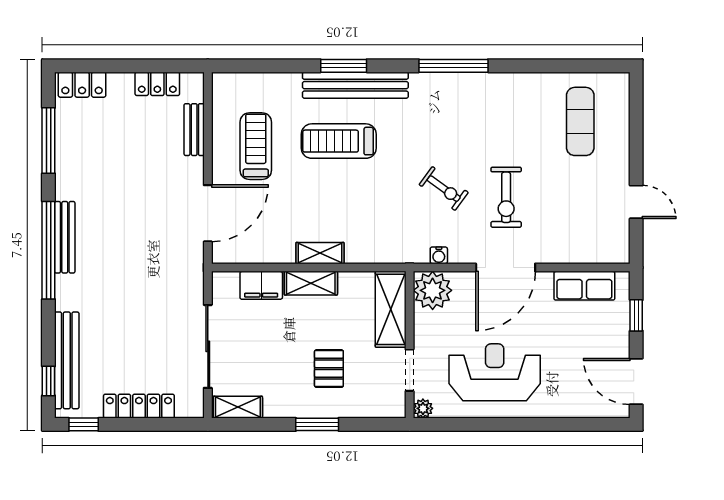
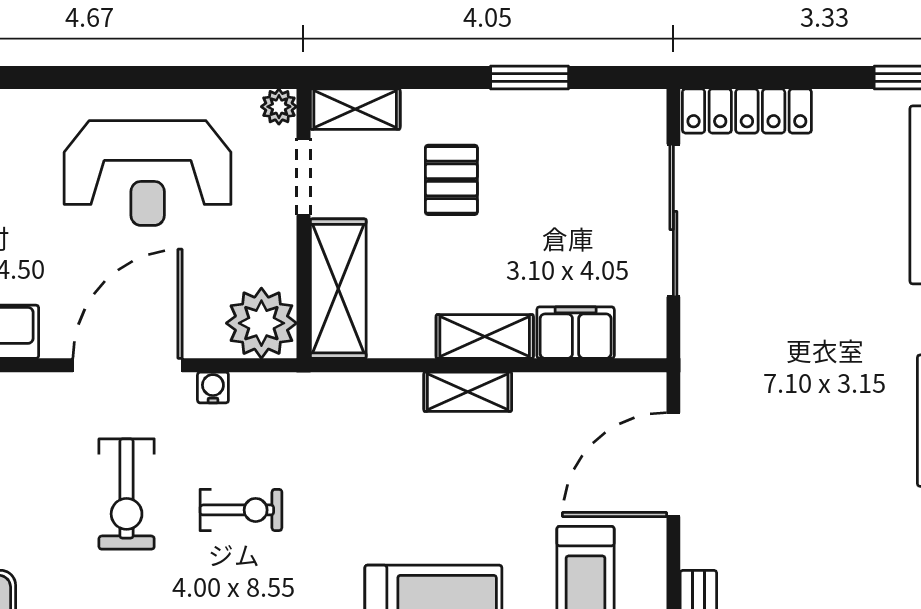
exercise bike: (444, 189) -> (241, 510), turned 144
exercise bike: (506, 197) -> (127, 494), turned 180
water cooler: (439, 255) -> (213, 388), moved
locker: (139, 406) -> (747, 111), moved
shelving: (238, 407) -> (355, 109), moved
window: (317, 424) -> (530, 78), moved

